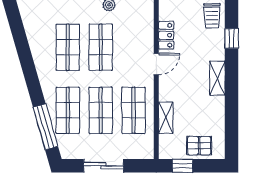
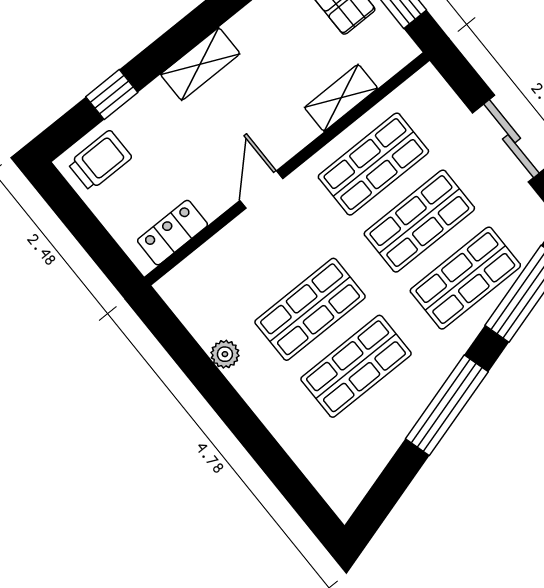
locker: (166, 35) -> (172, 233), moved
door: (156, 64) -> (261, 190), hinge flipped
window: (29, 68) -> (447, 405), added

